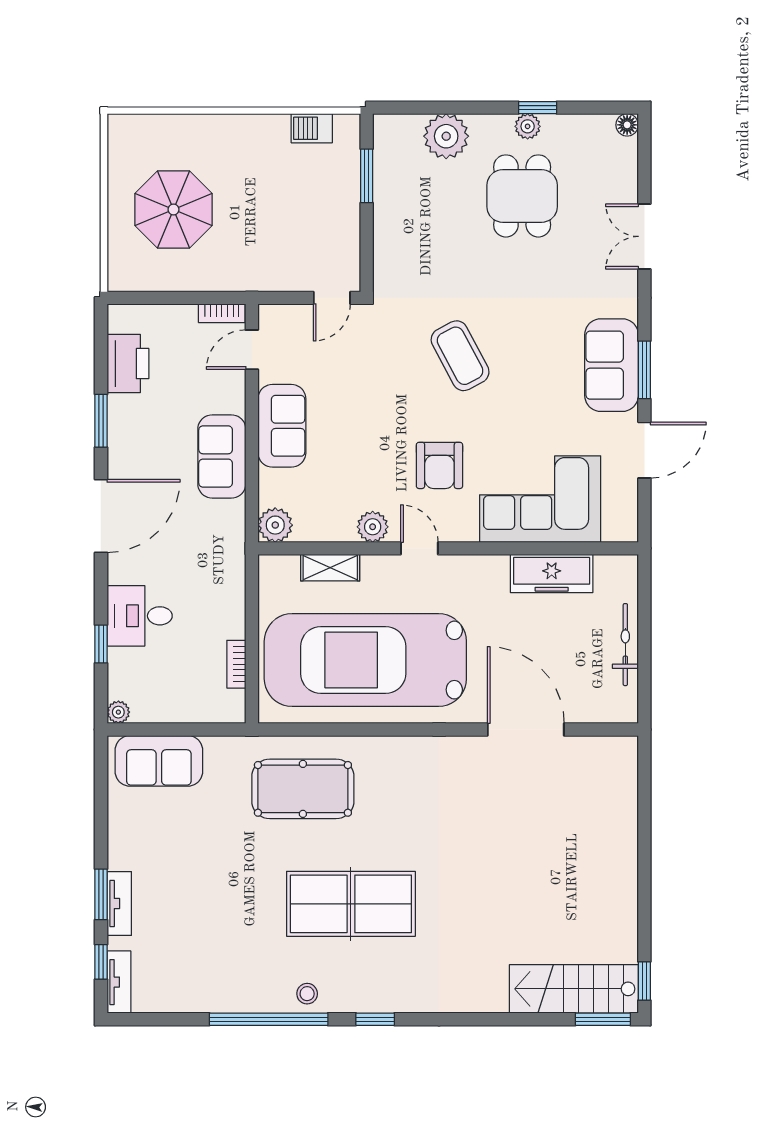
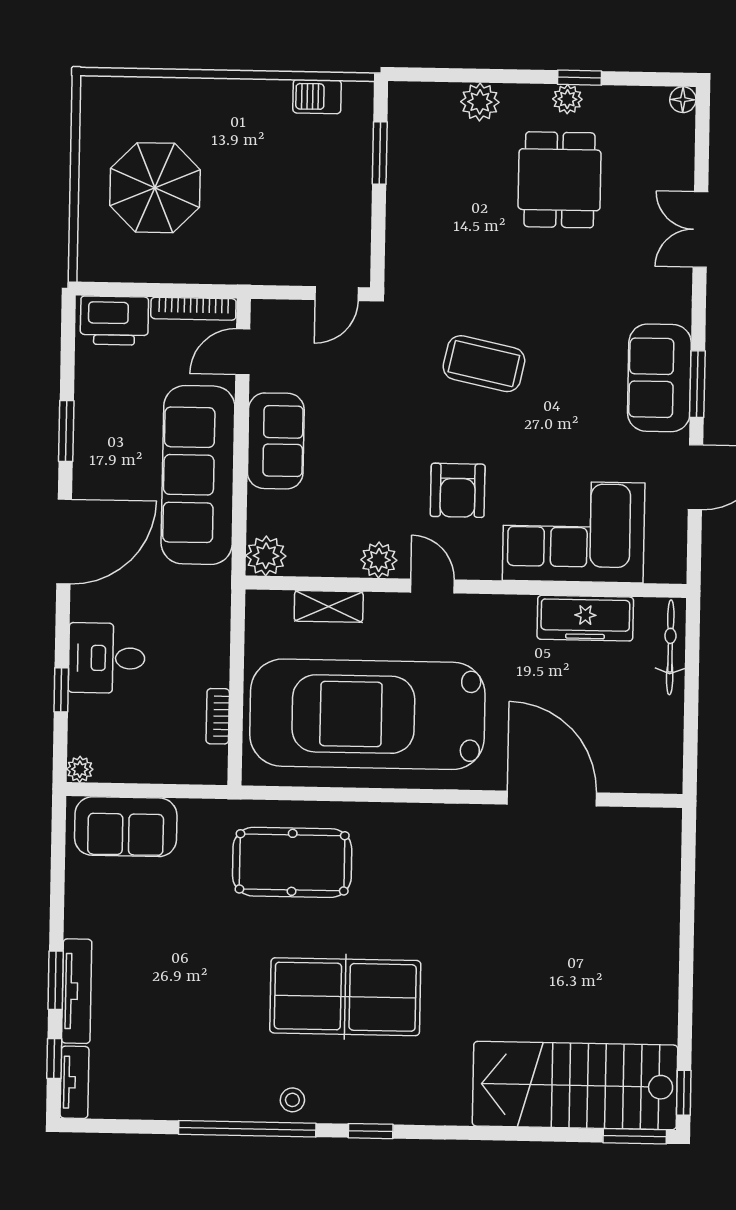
plant: (446, 136) -> (480, 102), width x0.73, depth x0.73
bookcase: (222, 313) -> (193, 309), width x1.56
coffee table: (460, 356) -> (484, 364), turned -50
printer: (128, 364) -> (114, 321), moved, turned 90
sofa: (222, 456) -> (198, 475), width x1.85, depth x1.27
bicycle: (625, 645) -> (670, 647), moved
tv unit: (119, 903) -> (77, 991), width x1.41
stairs: (574, 989) -> (575, 1086), width x1.36, depth x1.51

